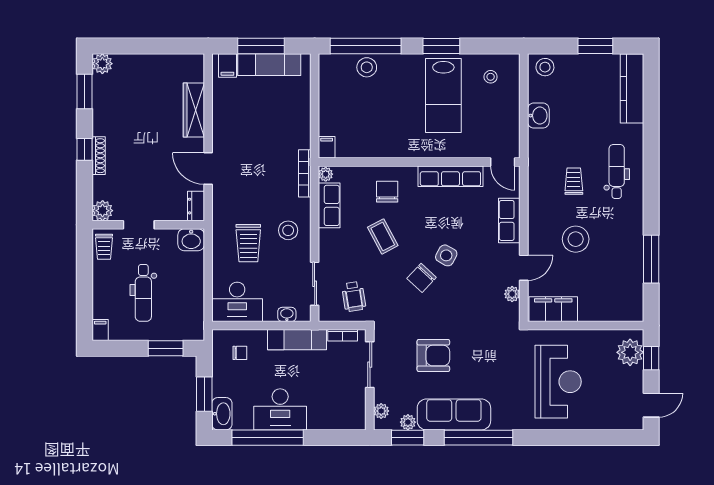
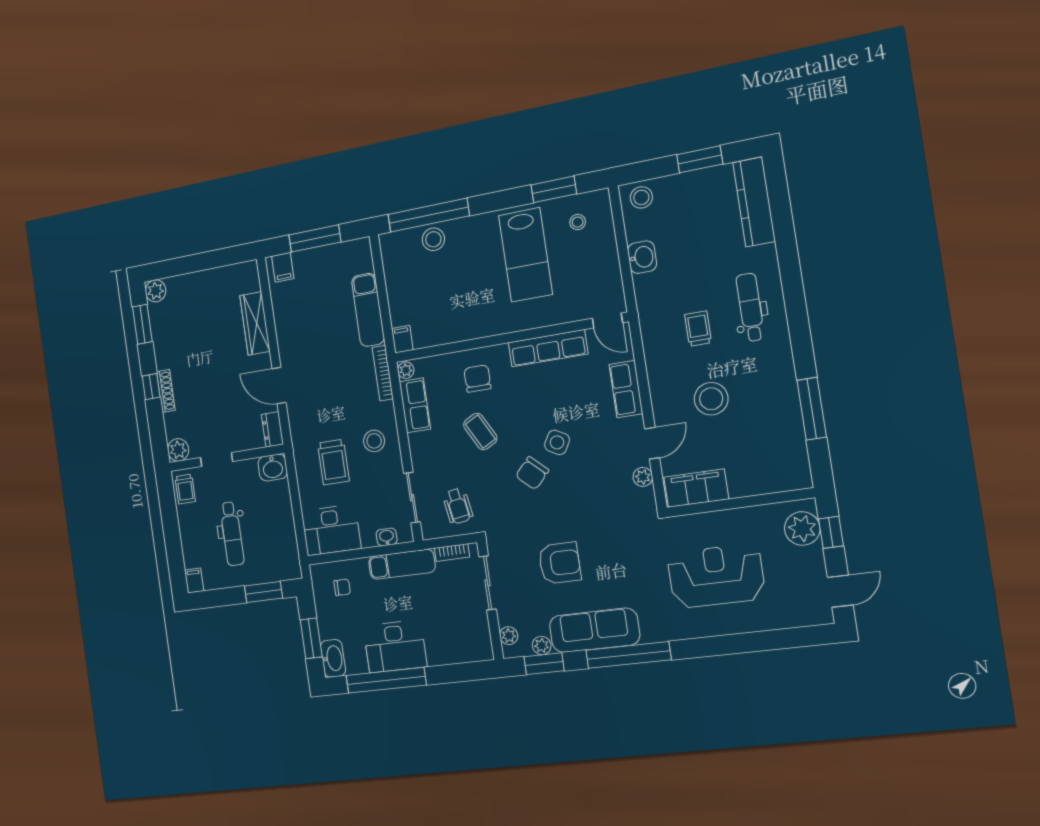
window: (441, 46) -> (554, 189), moved
exam couch: (269, 65) -> (368, 310), moved, turned 90
reception desk: (558, 382) -> (716, 576), turned -90

